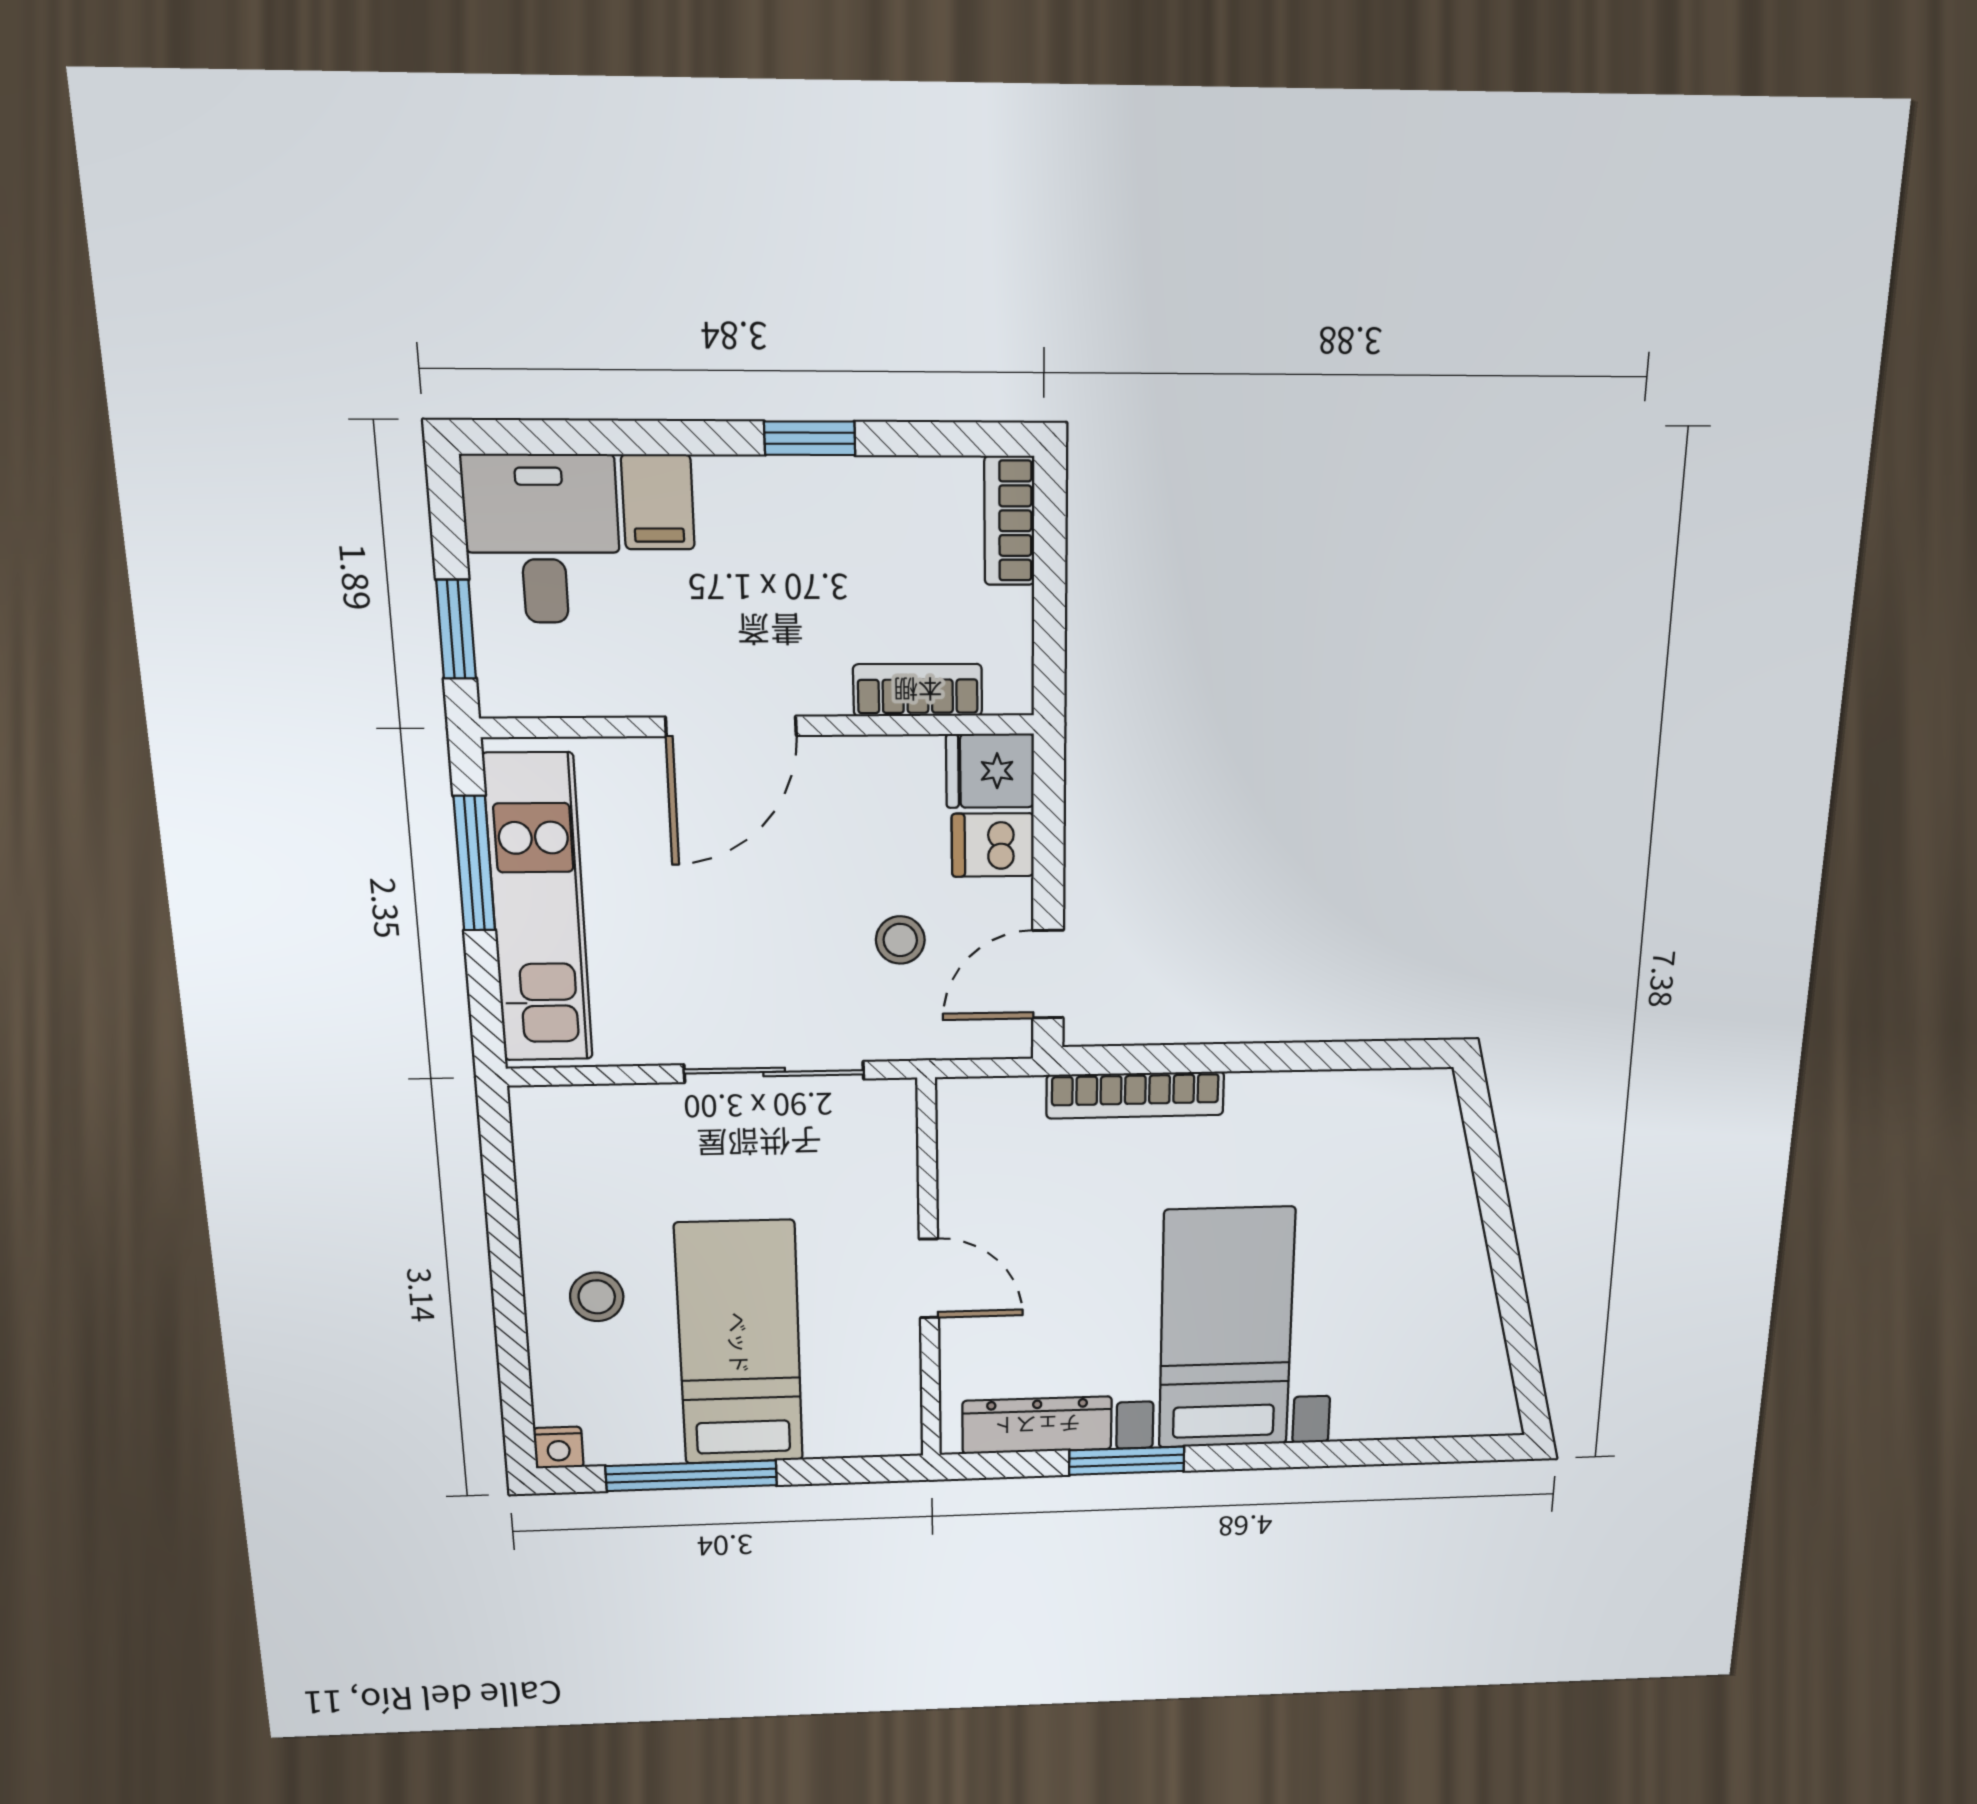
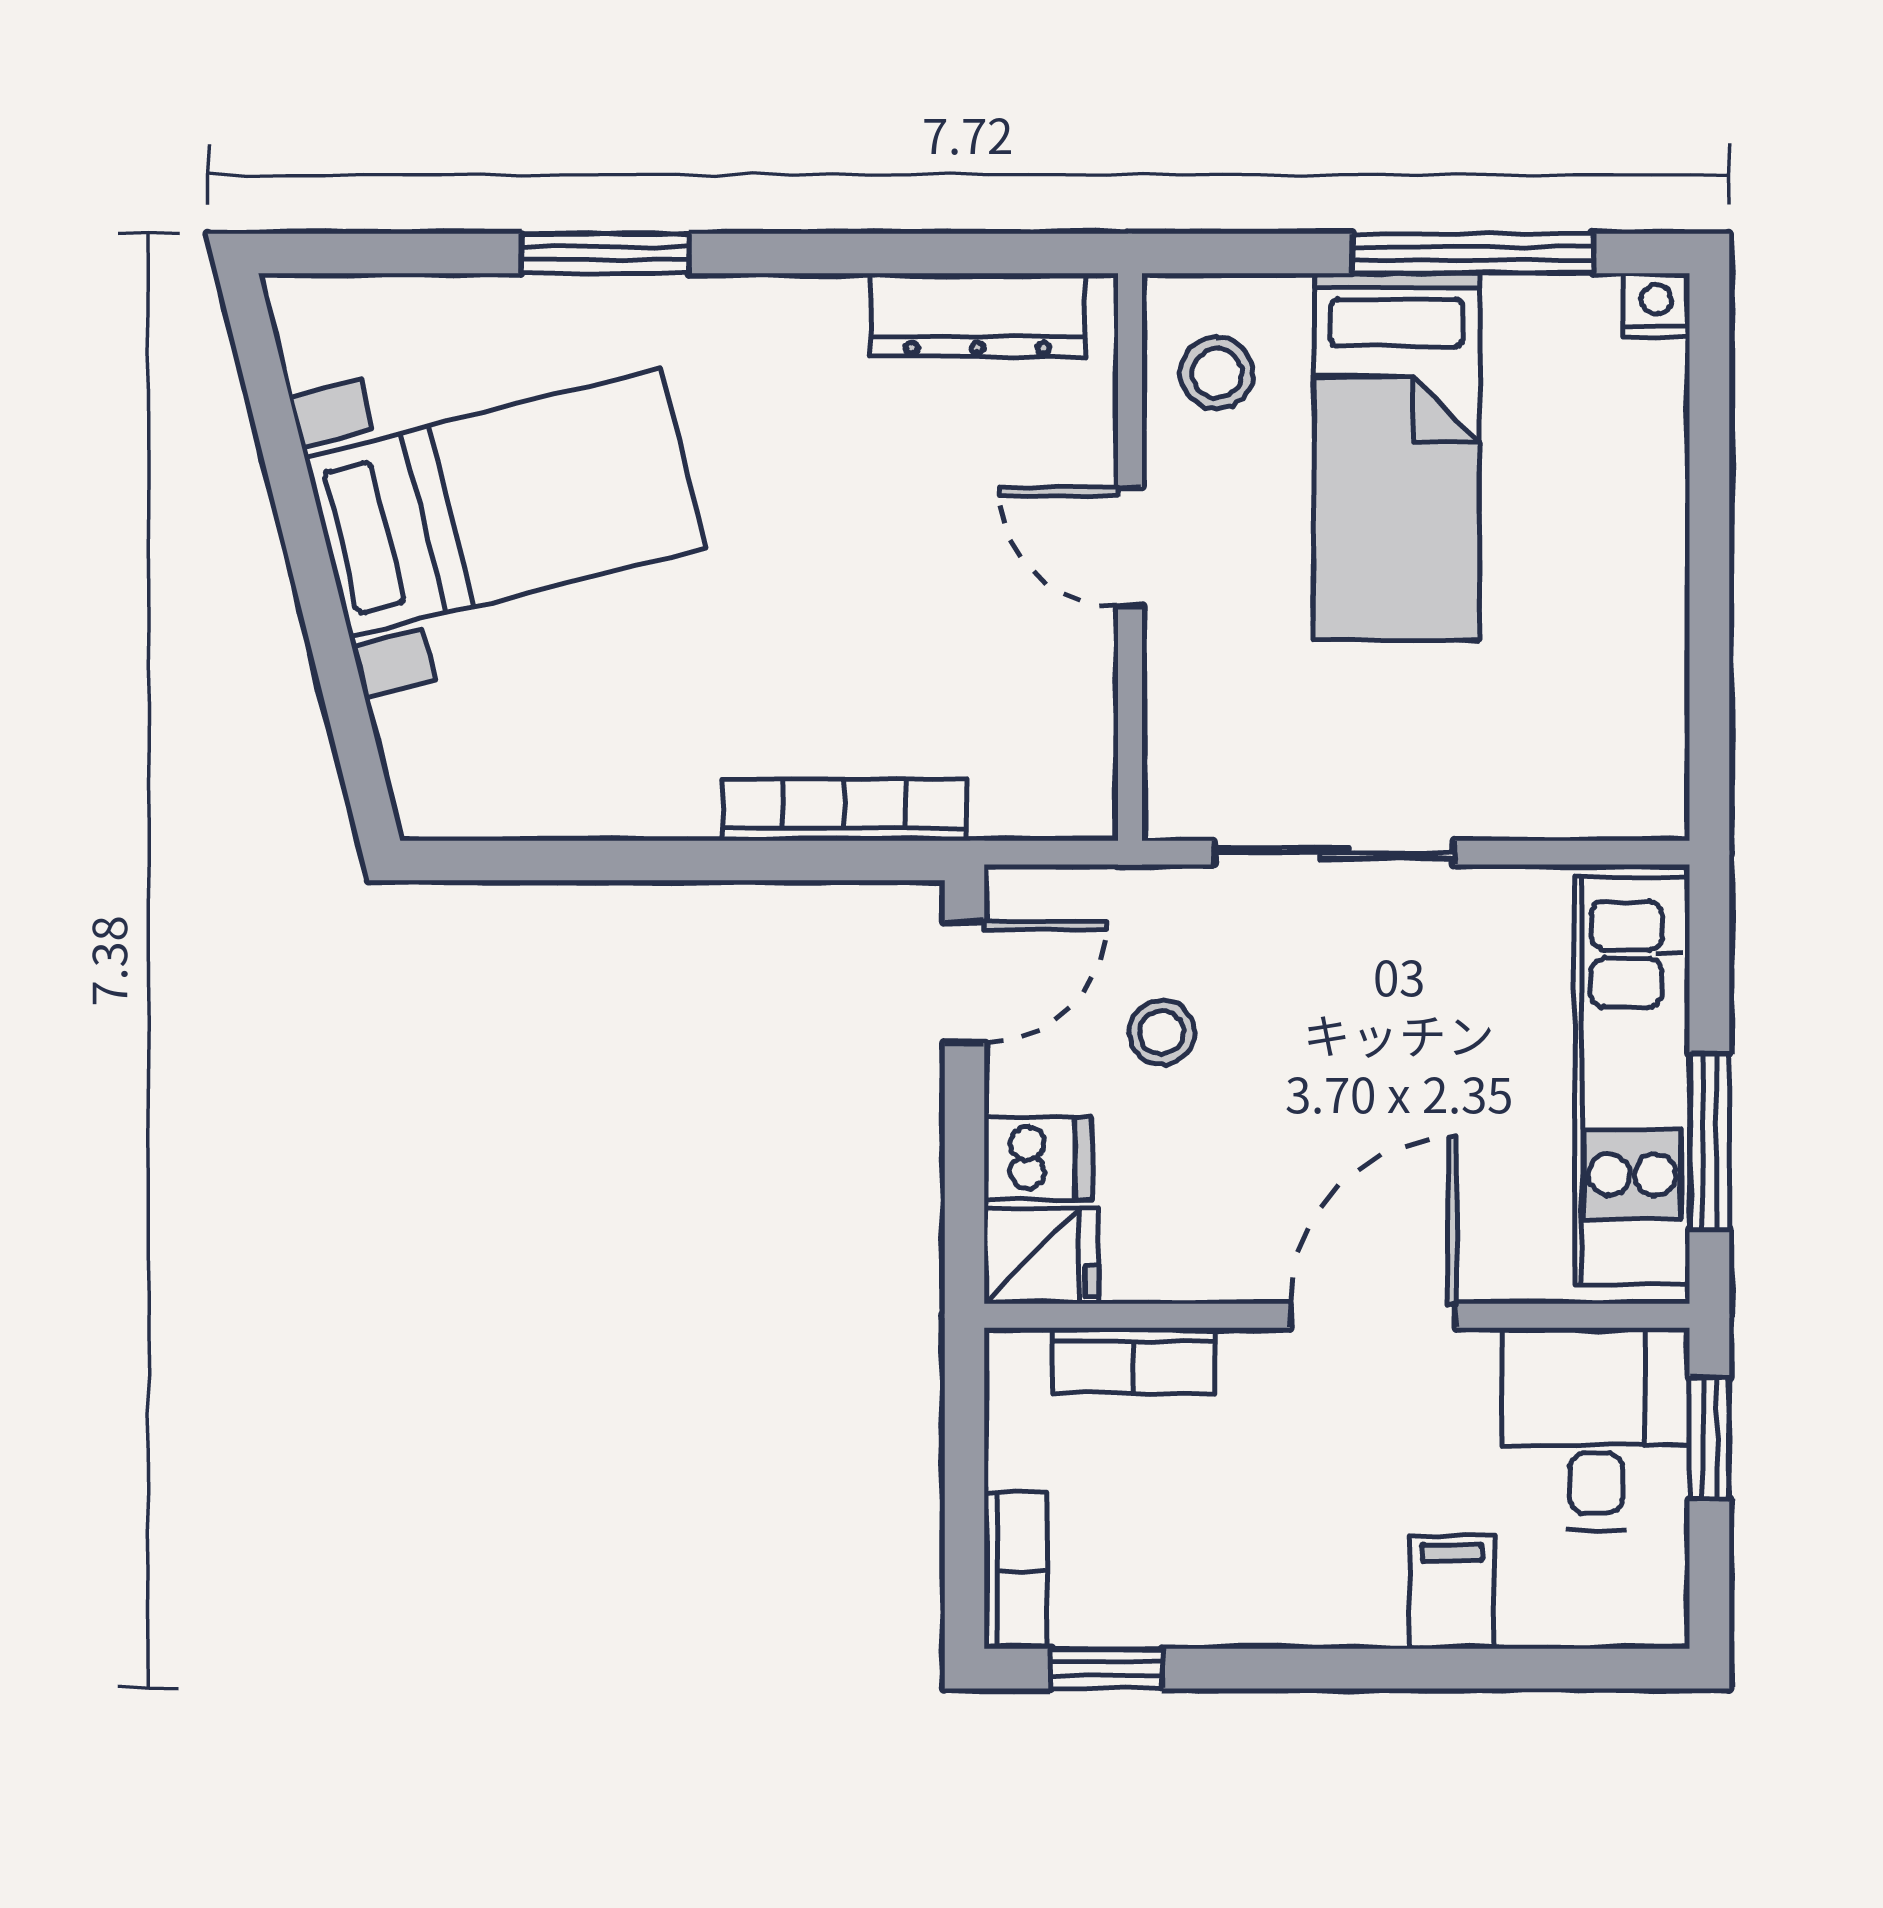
window: (810, 438) -> (1106, 1669), moved
desk: (542, 539) -> (1596, 1429), moved, turned 180
stool: (597, 1297) -> (1217, 373), moved
bed with nightstands: (1226, 1329) -> (505, 503), moved, turned -104
window: (1127, 1461) -> (605, 254), moved

